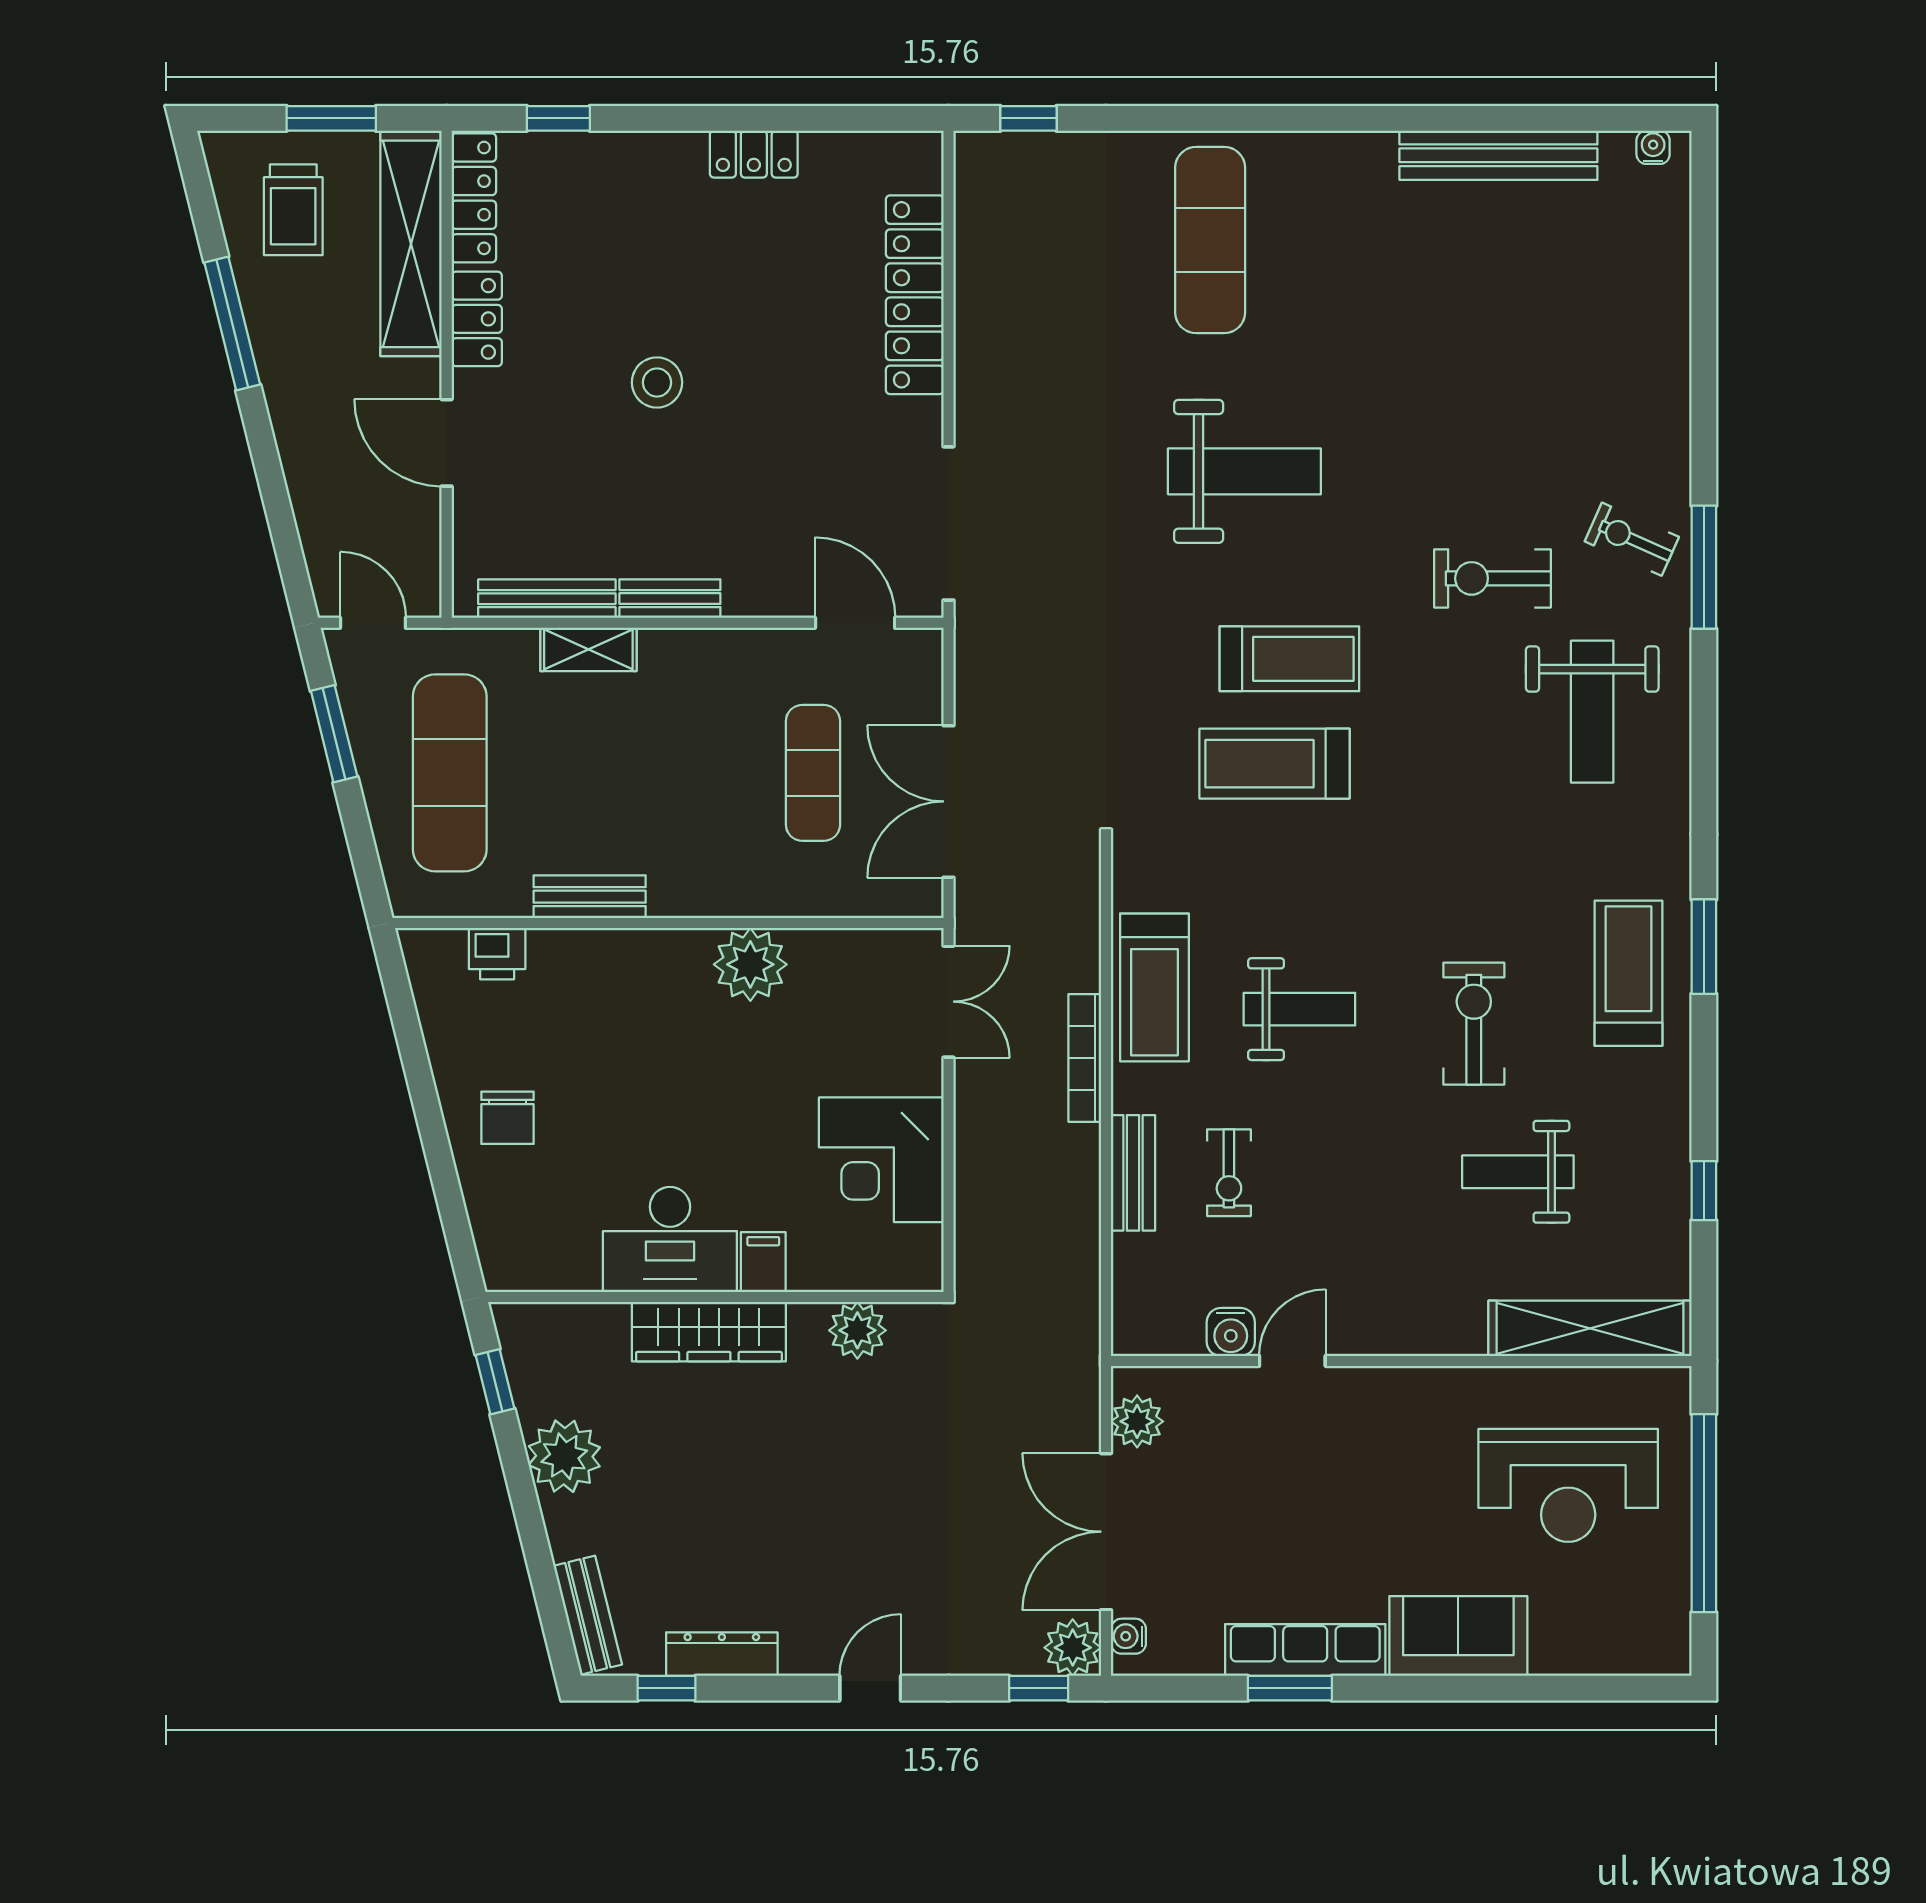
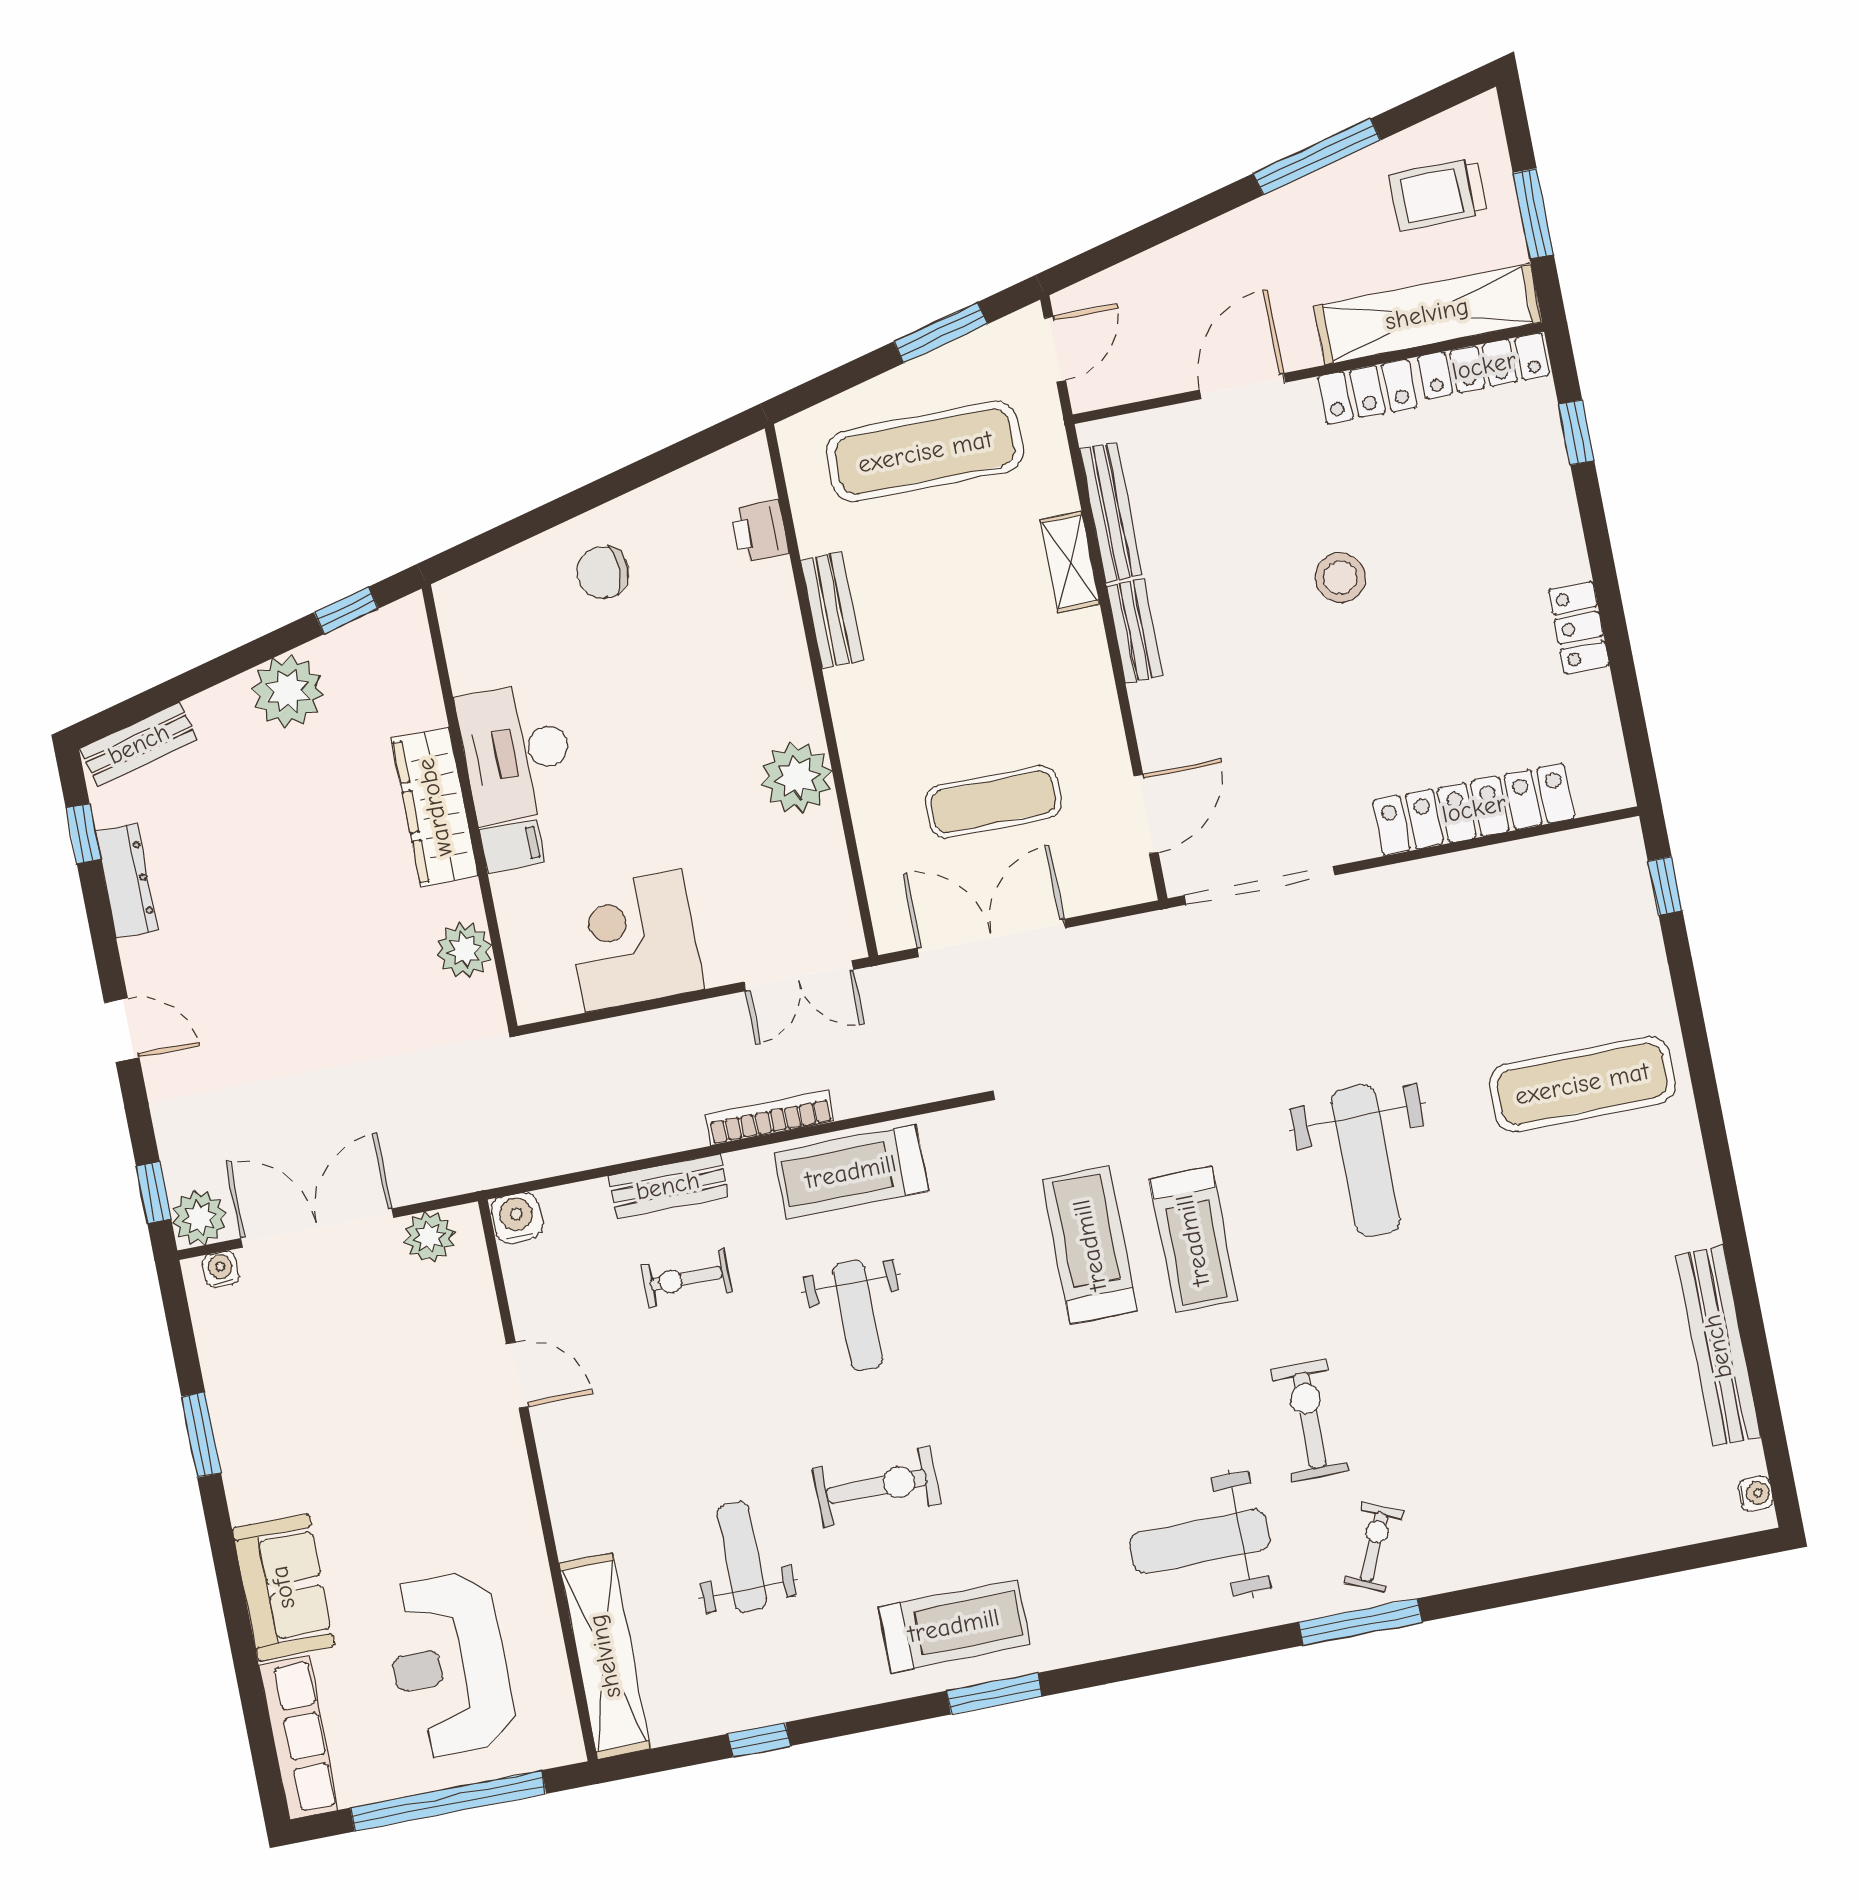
water cooler: (1231, 1332) -> (517, 1218), moved, turned 90
row of seats: (1305, 1650) -> (299, 1738), moved

